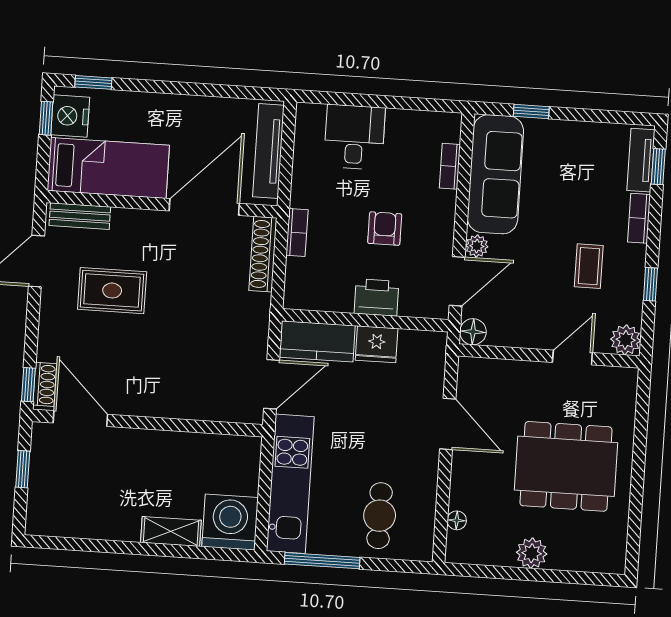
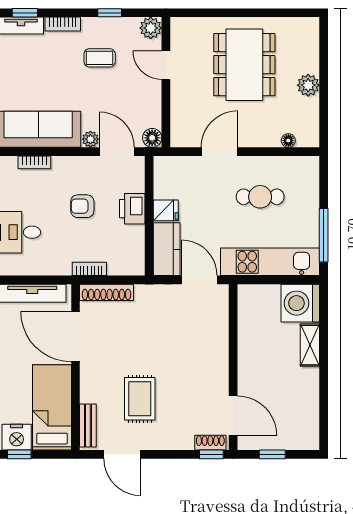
fridge: (377, 344) -> (166, 210), width x0.72
door: (80, 419) -> (233, 415), swing flipped
cafe table: (380, 516) -> (260, 197), moved

